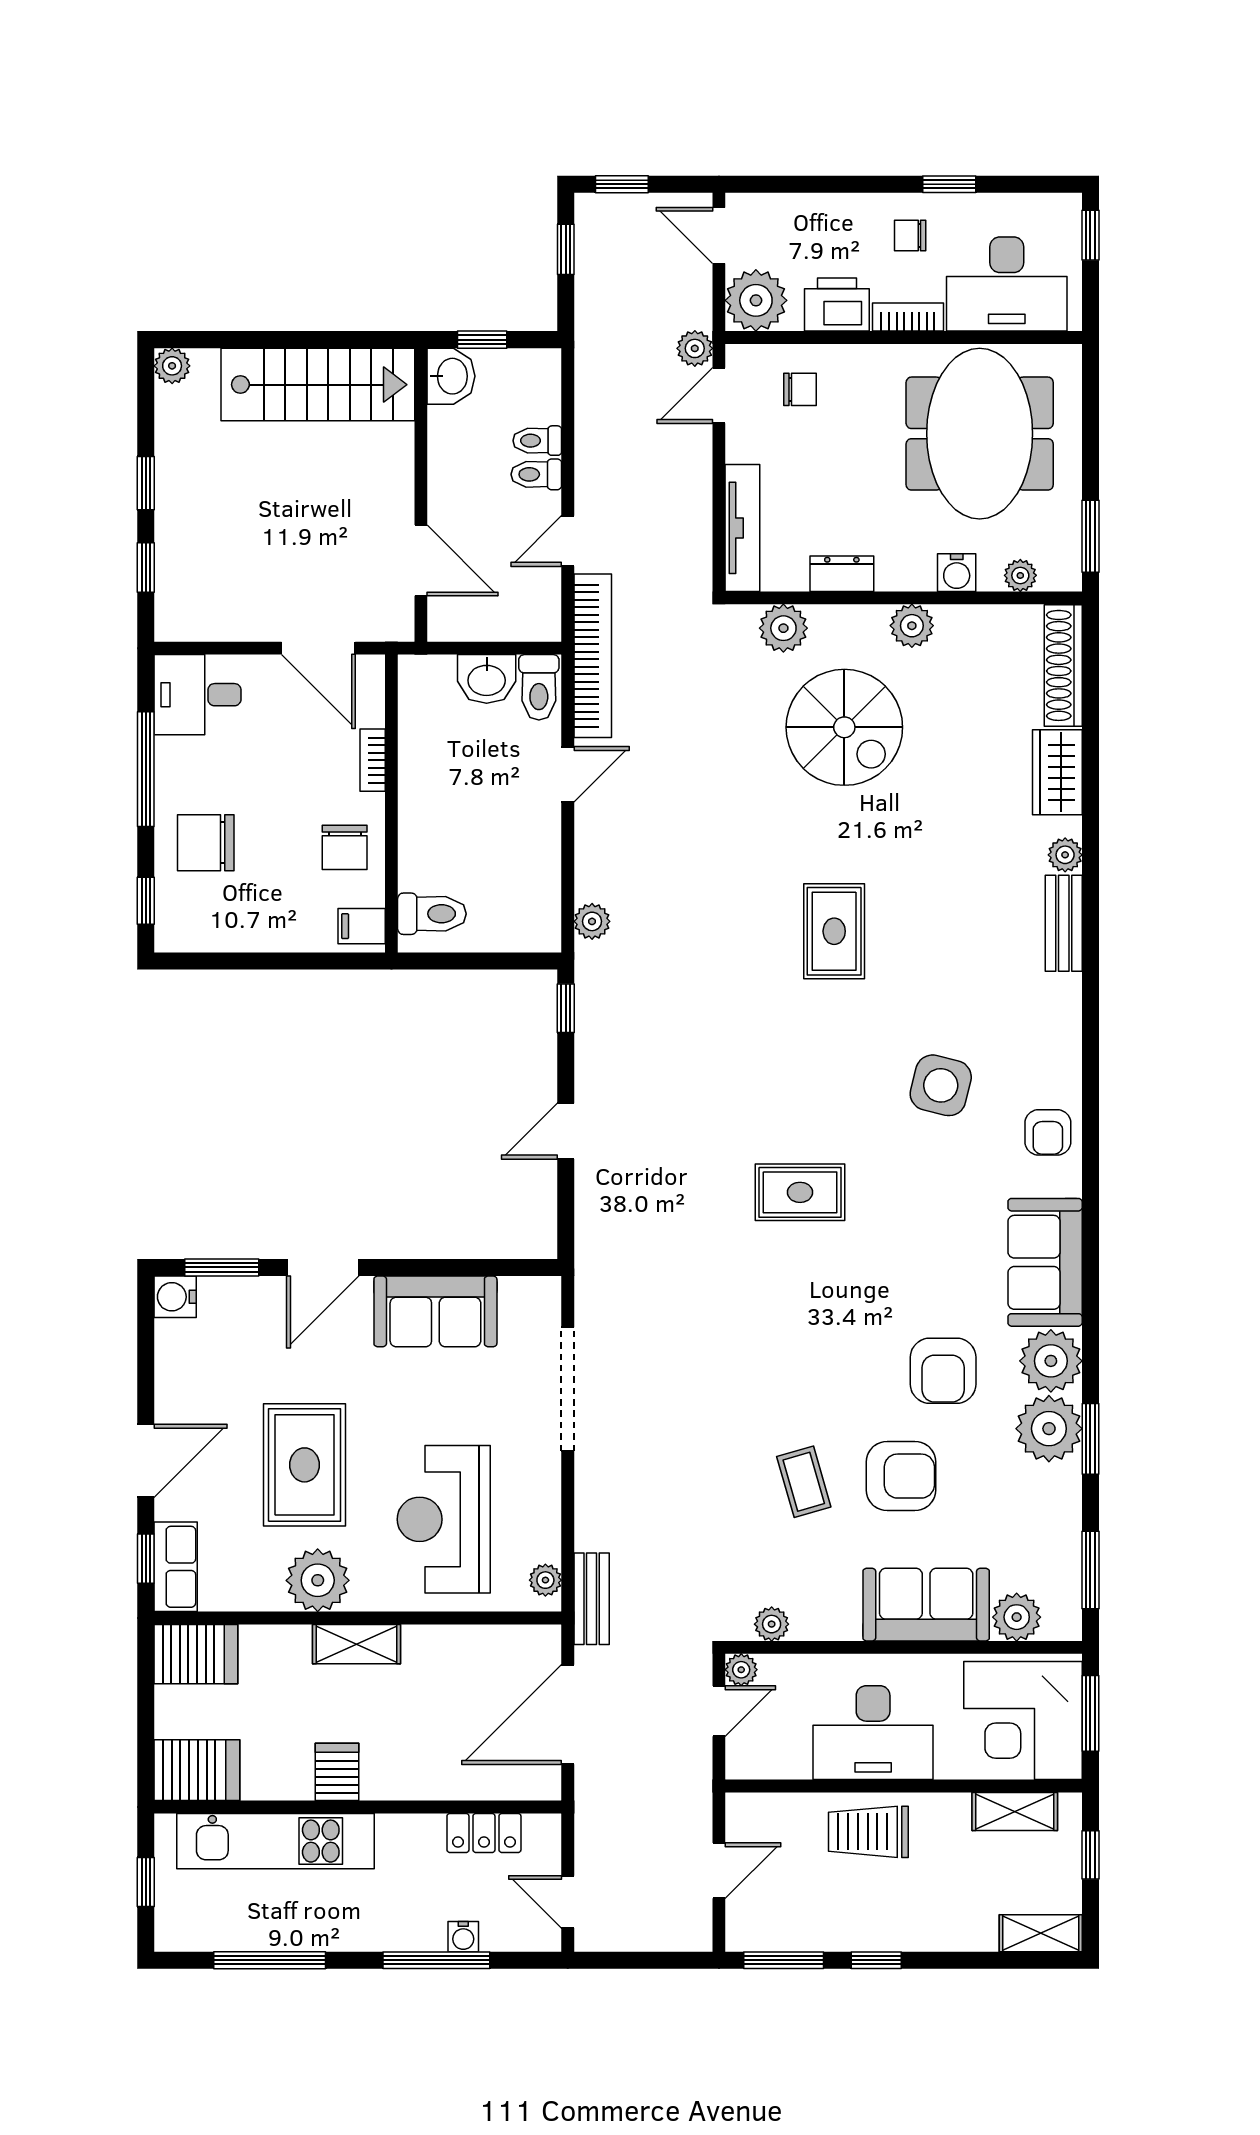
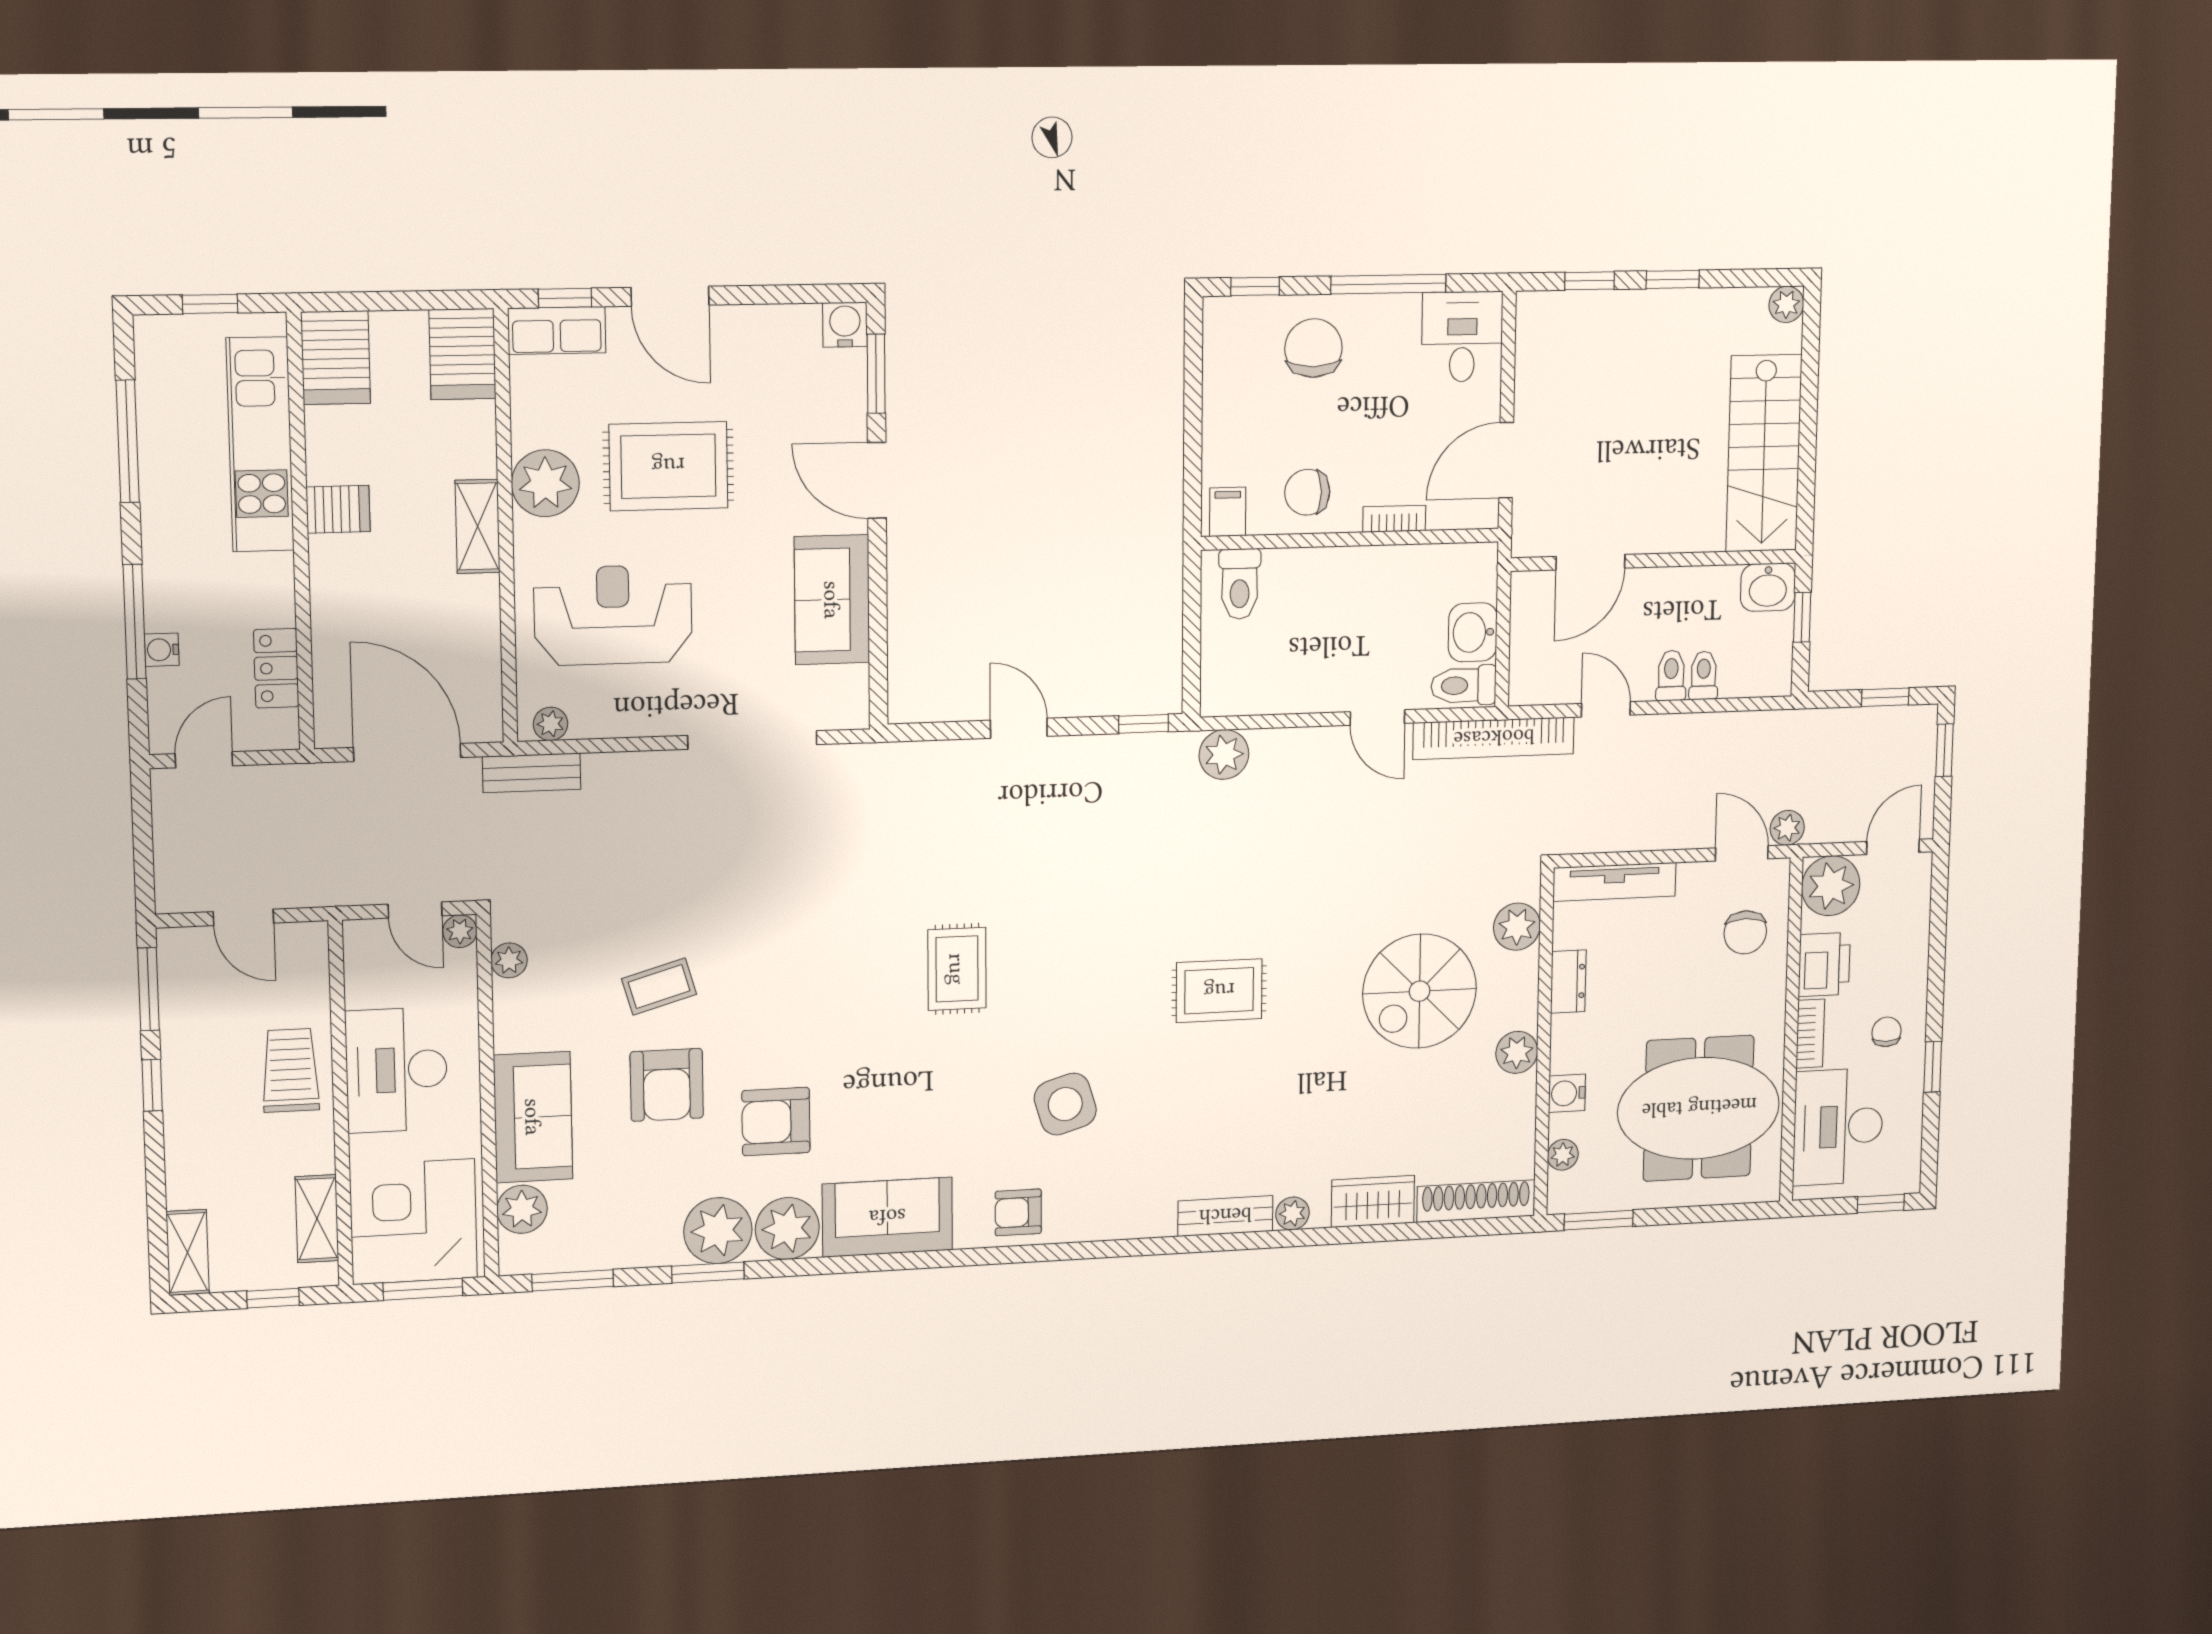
chair: (800, 389) -> (1745, 932), width x1.37, depth x1.37
plant: (592, 921) -> (1224, 754), width x1.38, depth x1.38
side table: (941, 1085) -> (1065, 1104), turned -31

